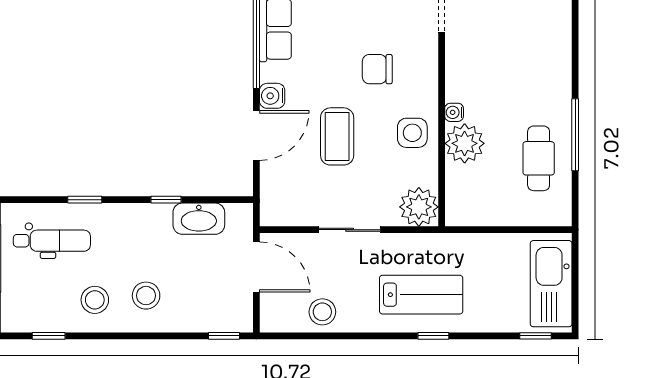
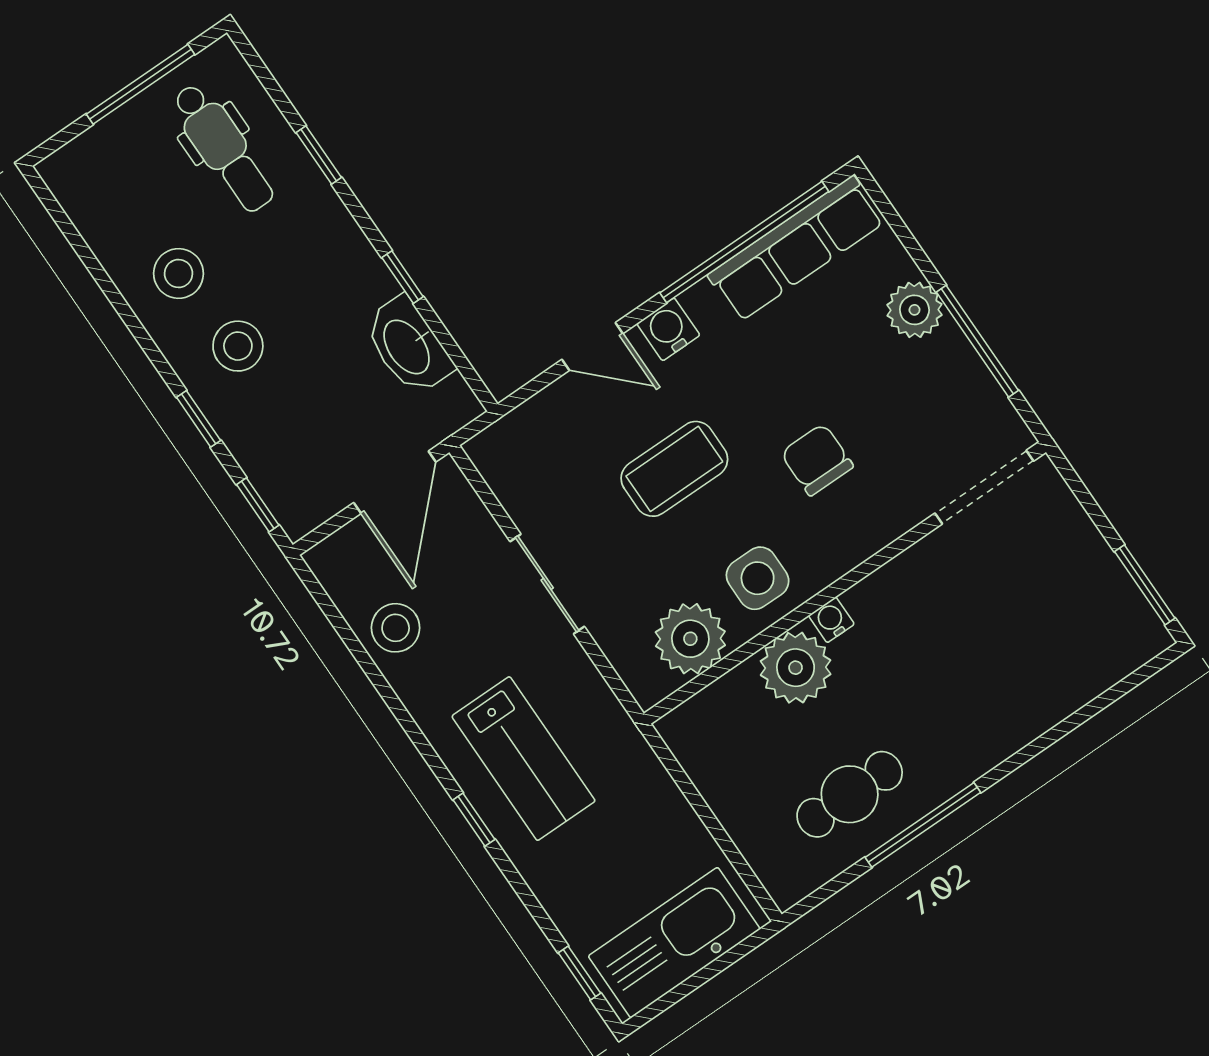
door: (256, 136) -> (592, 347), width x0.73
plant: (419, 207) -> (690, 639), moved
window: (49, 336) -> (199, 419), moved

